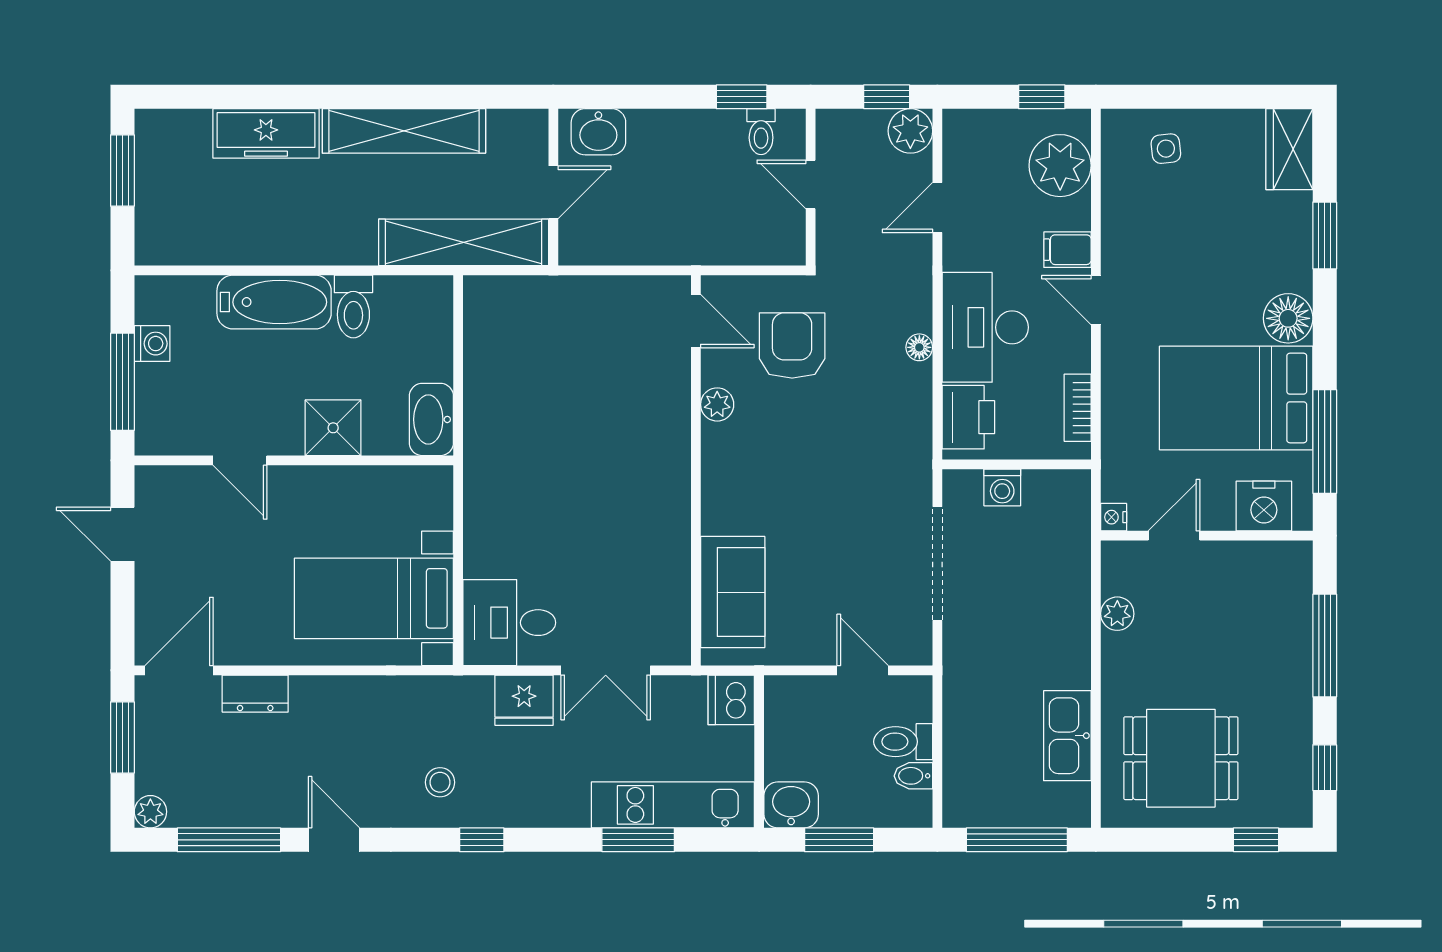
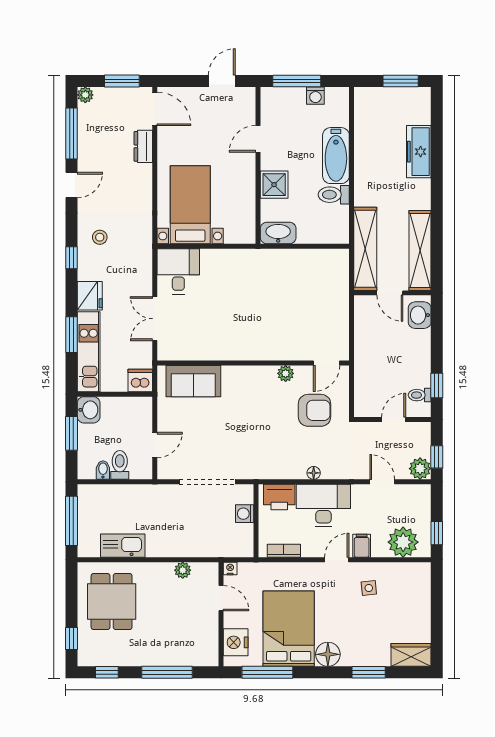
shelving: (404, 131) -> (420, 250), moved
side table: (1166, 149) -> (369, 588), moved
fridge: (524, 700) -> (90, 296), moved, turned 180

